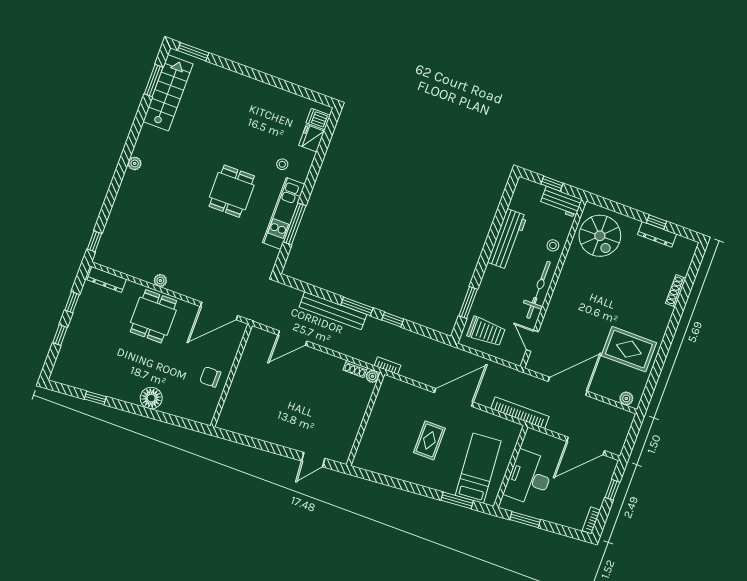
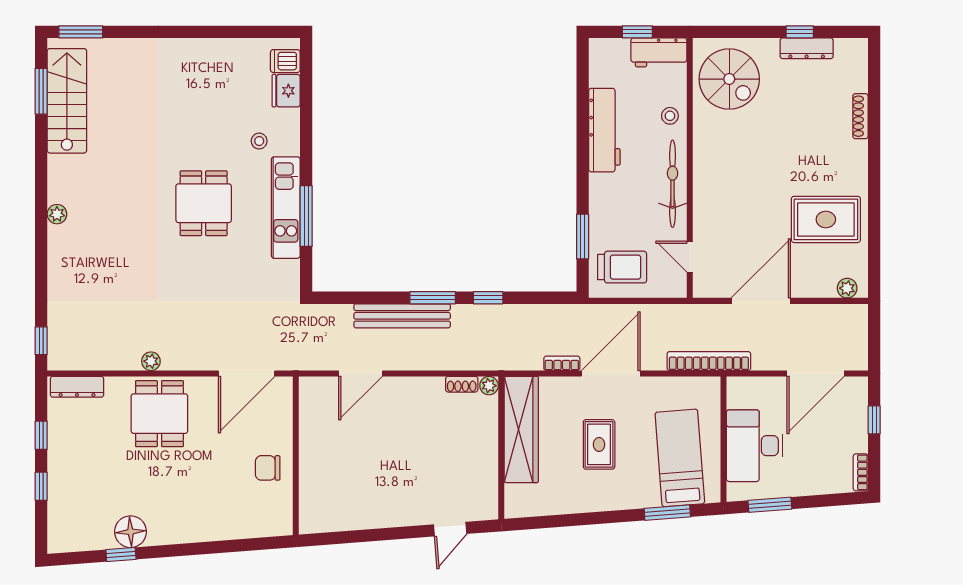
bookcase: (387, 366) -> (562, 363), moved
floor lamp: (151, 398) -> (130, 532), moved
wardrobe: (383, 412) -> (521, 429), added

